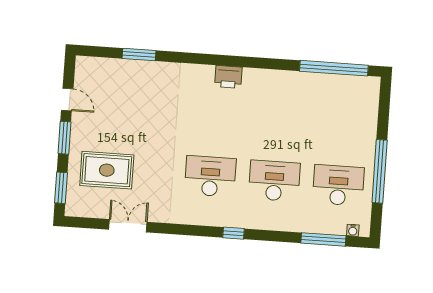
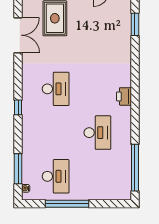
window: (139, 55) -> (135, 24), moved
desk: (274, 181) -> (97, 133), moved
double door: (128, 226) -> (18, 35), width x1.37

